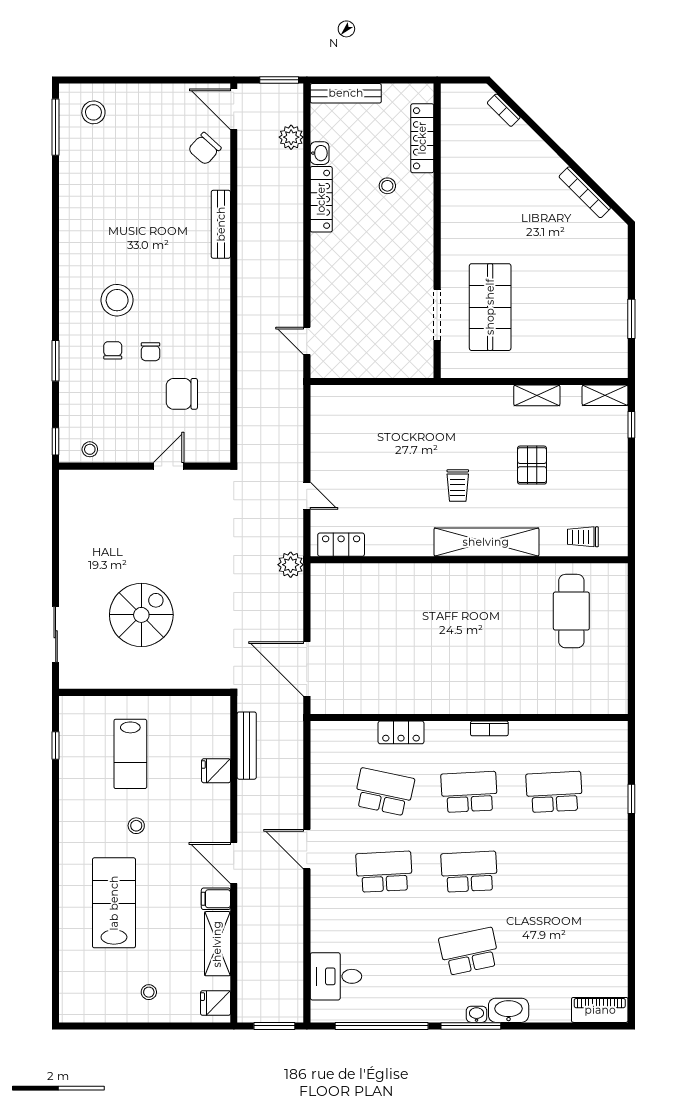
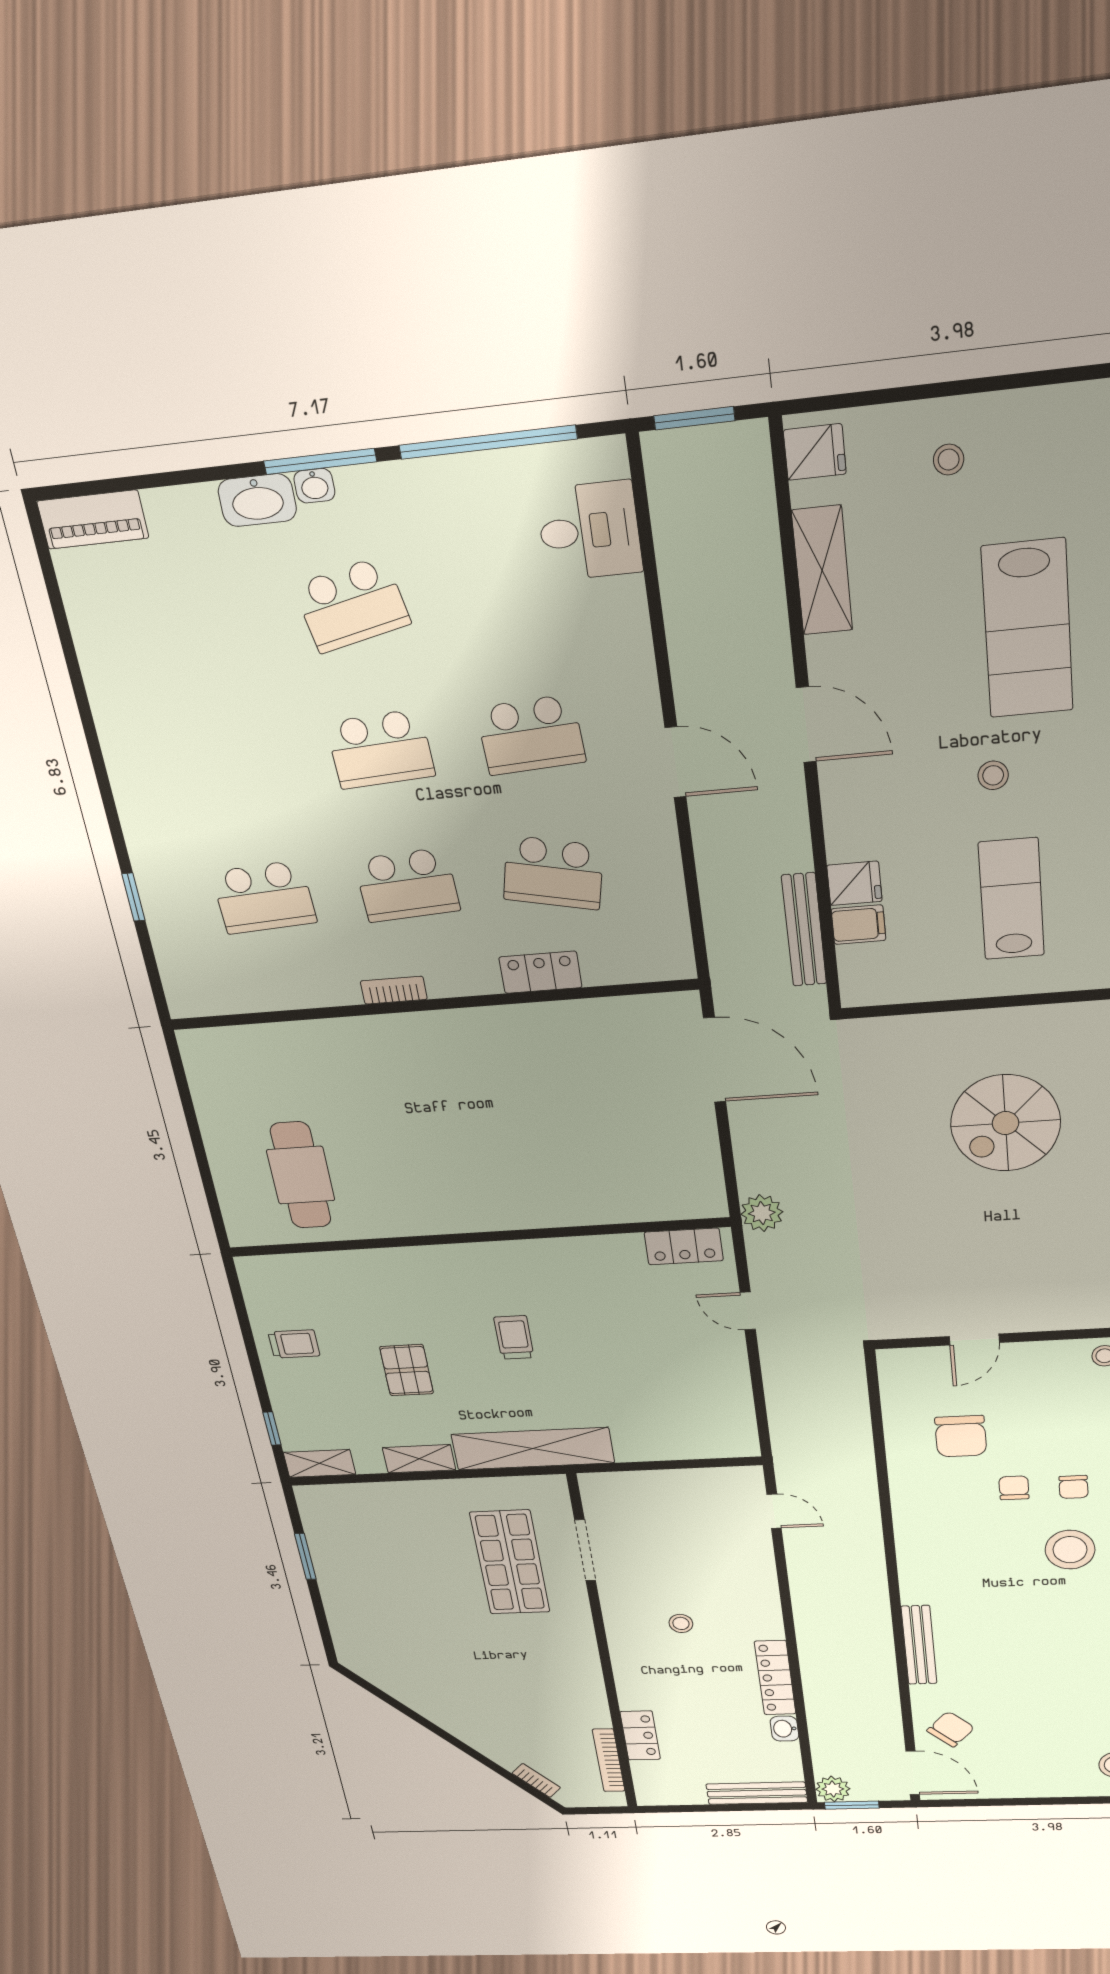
plant: (291, 137) -> (833, 1789), moved
locker: (422, 138) -> (640, 1735), width x0.66
stool: (387, 186) -> (681, 1623), moved
bookcase: (585, 192) -> (609, 1760), moved, turned -135
chair: (182, 394) -> (961, 1436), turned 90
trolley: (583, 537) -> (294, 1344), moved
shelving: (486, 542) -> (533, 1449), moved
filing cabinet: (216, 899) -> (858, 925), moved

